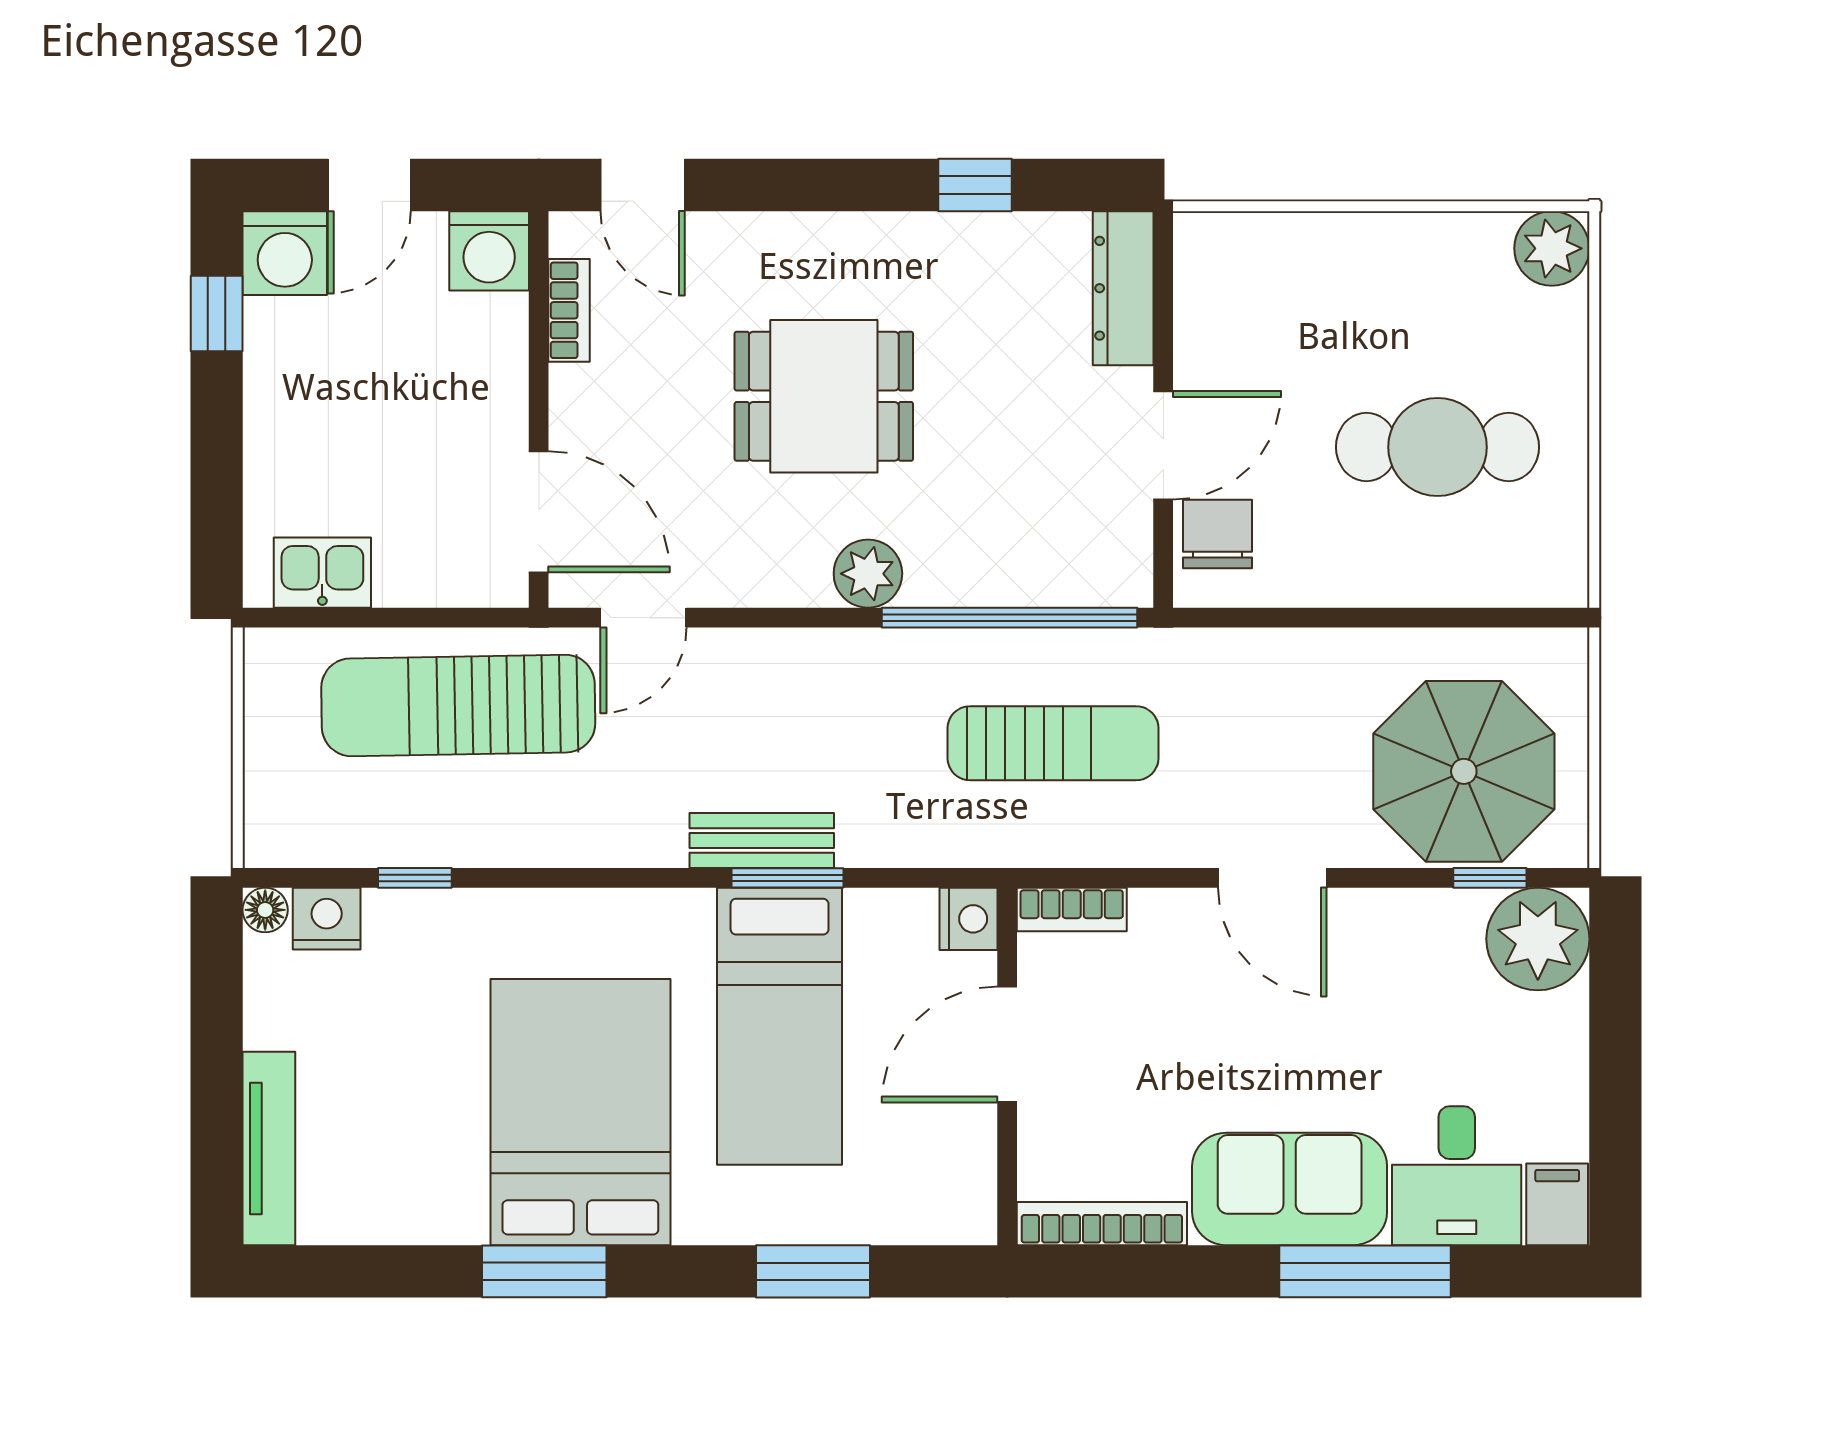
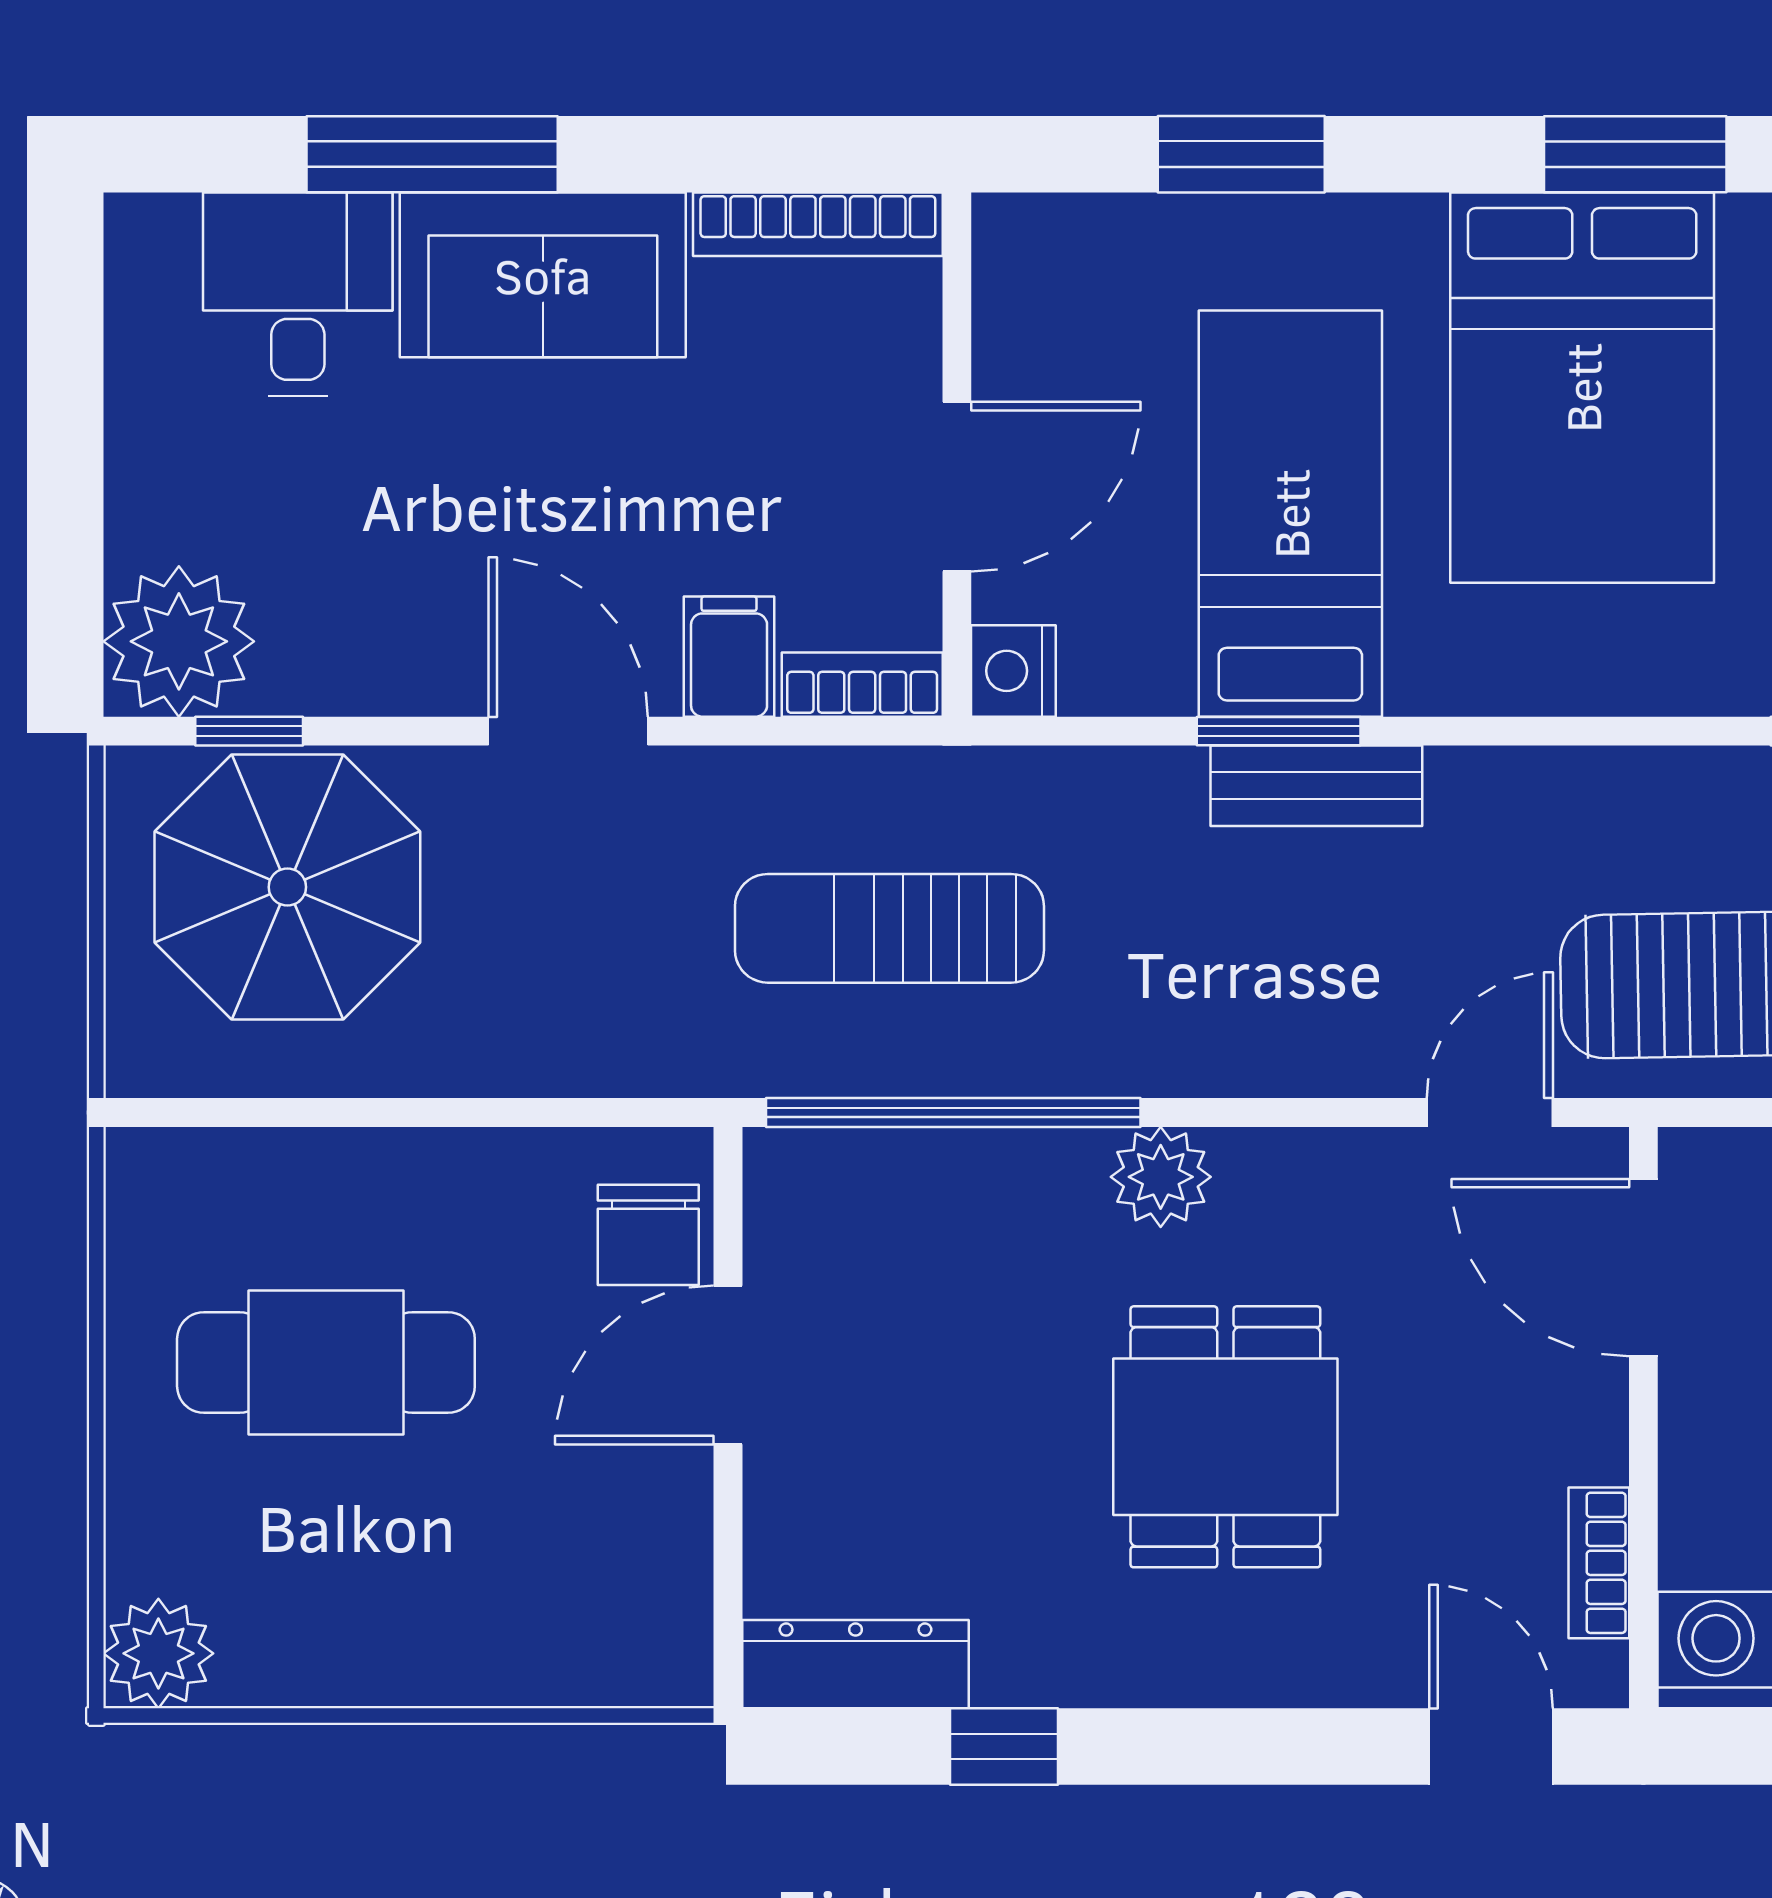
dresser: (1123, 288) -> (856, 1664), moved, turned -90
dining table: (824, 396) -> (1225, 1437), turned 90
filing cabinet: (1557, 1204) -> (729, 657), moved, turned 180

